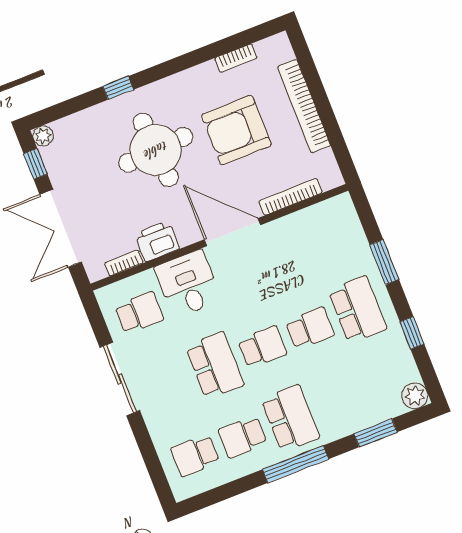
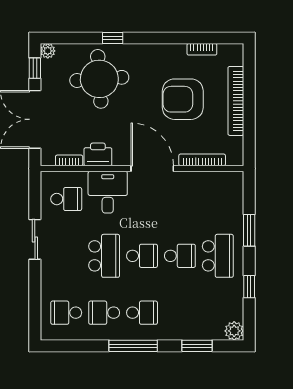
round table: (156, 150) -> (99, 79), moved
sliding door: (120, 379) -> (35, 239), width x0.73
school desk: (290, 418) -> (142, 313), width x0.54

